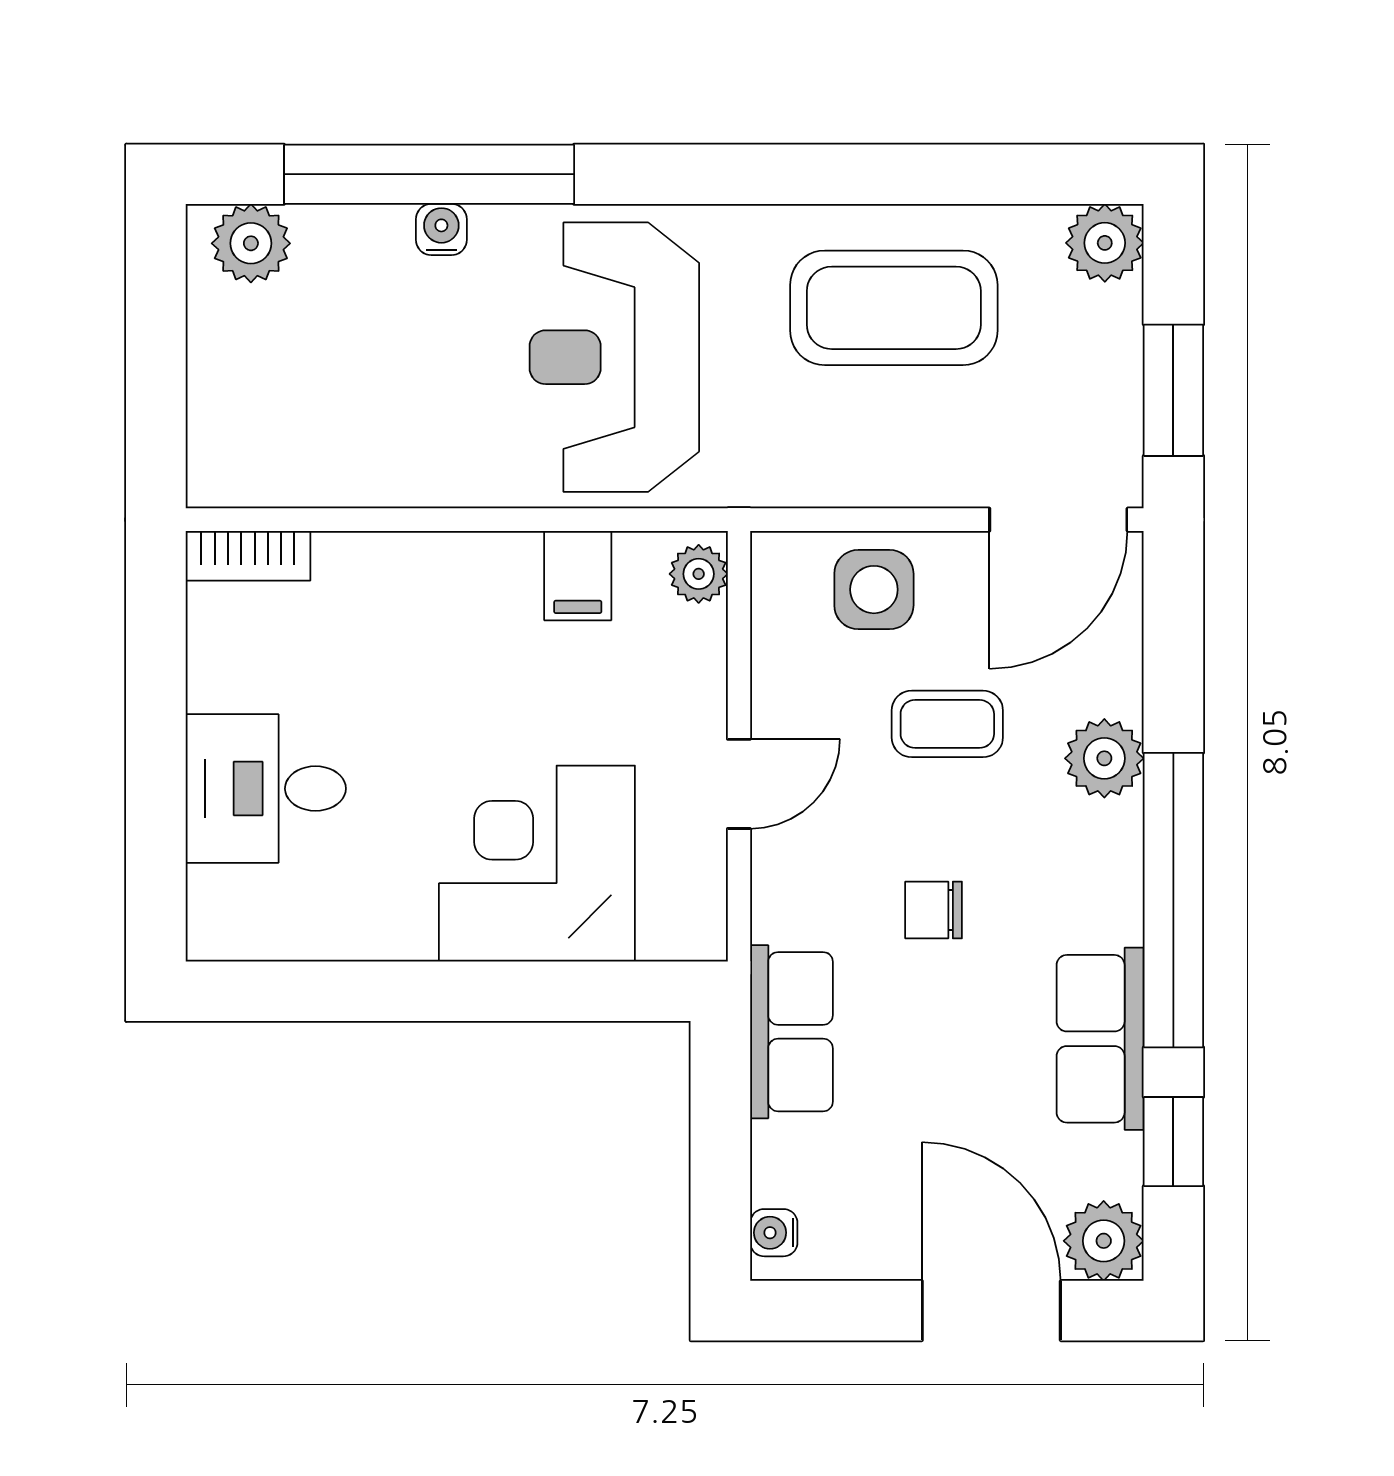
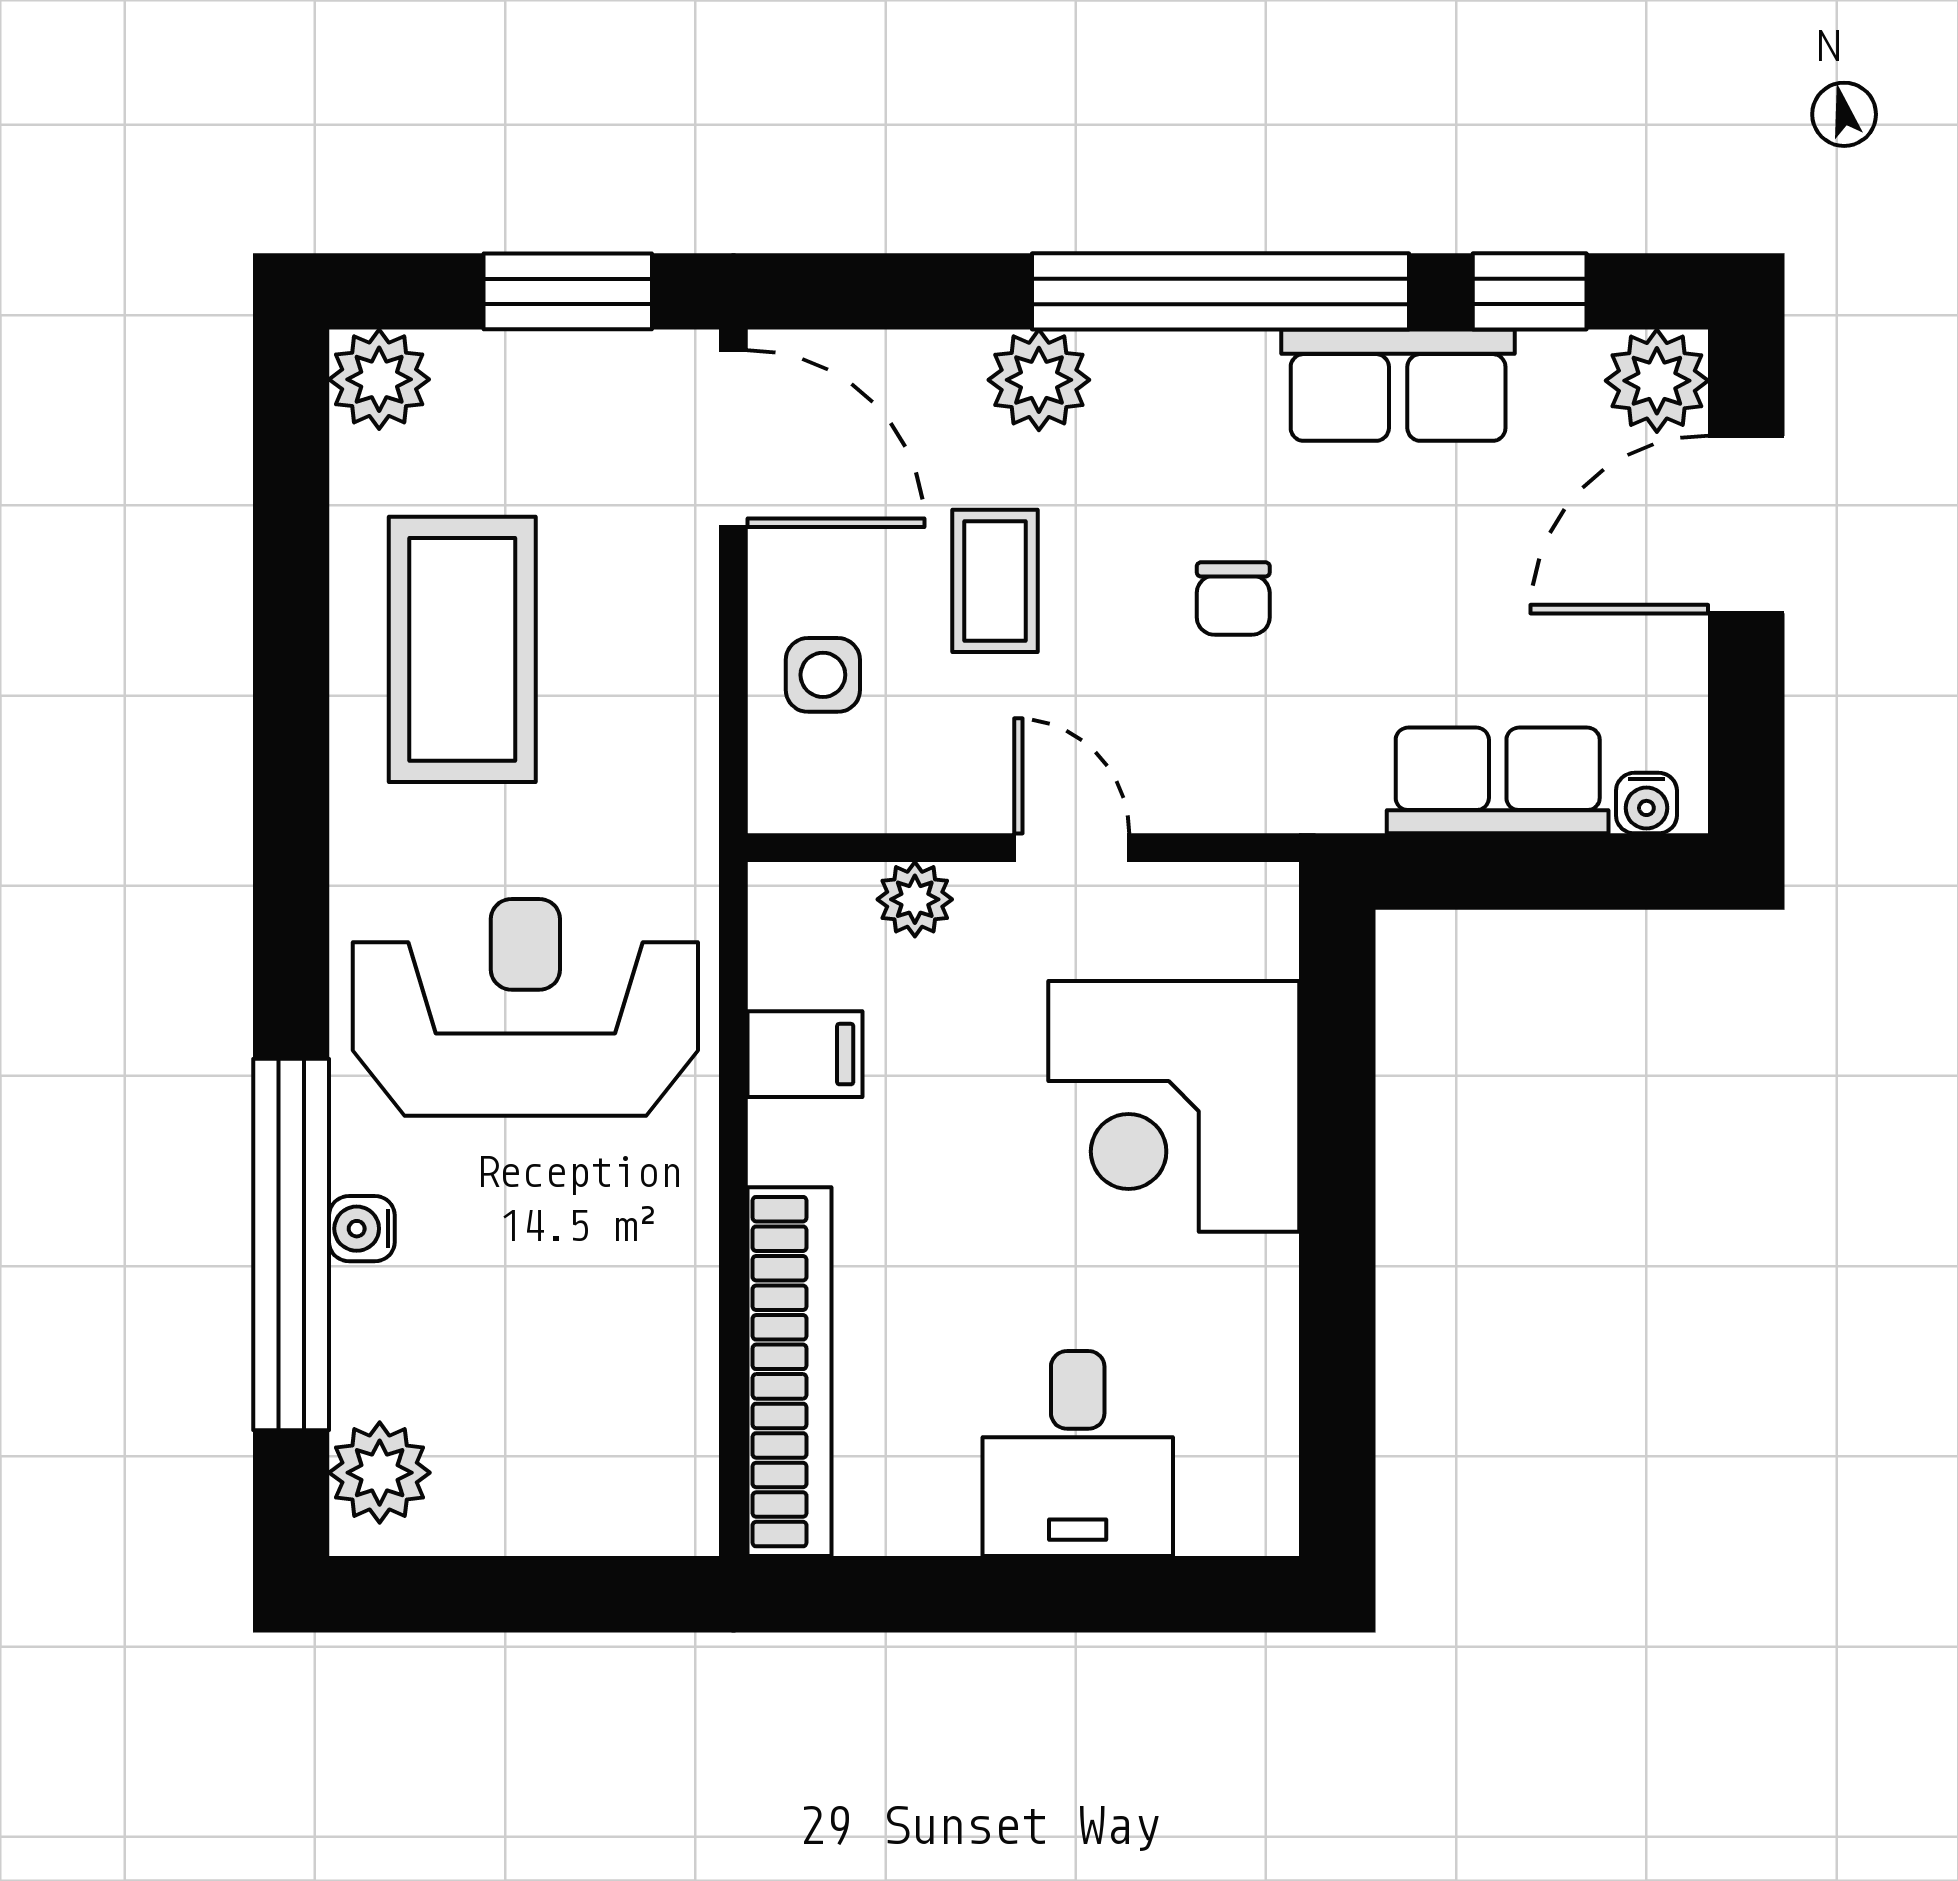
reception desk: (614, 357) -> (525, 1007), turned 180
bookcase: (248, 556) -> (790, 1372), width x2.31, depth x1.31
plant: (699, 574) -> (915, 899), moved
side table: (874, 590) -> (823, 675), width x0.73, depth x0.73
row of seats: (791, 1032) -> (1498, 780), moved

